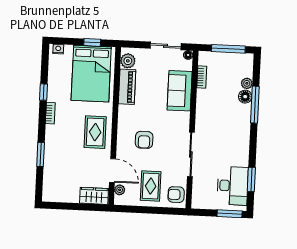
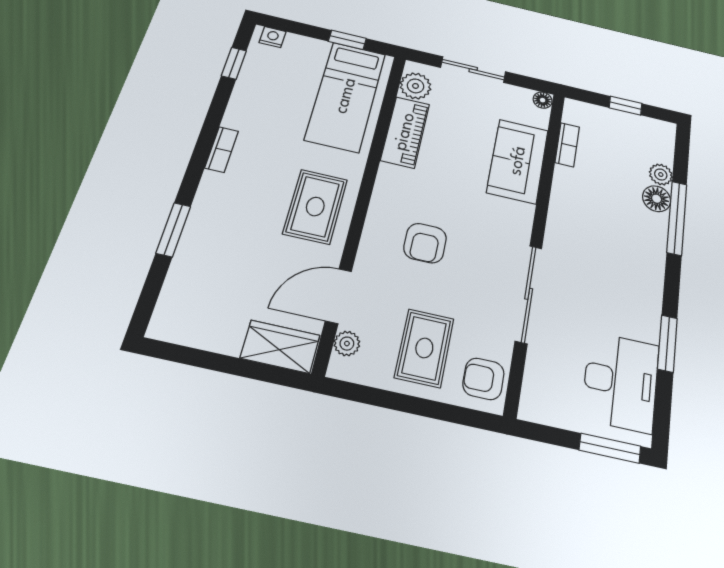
sliding door: (166, 46) -> (473, 70), moved
window: (228, 49) -> (626, 106), width x0.46
bed: (91, 74) -> (346, 96), width x0.67
window: (43, 92) -> (234, 63), moved
door: (113, 170) -> (339, 296), swing flipped
window: (251, 179) -> (667, 343), moved

